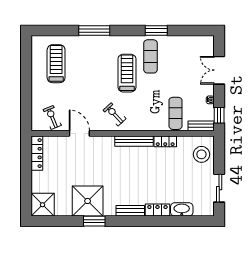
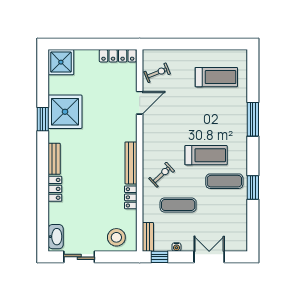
exercise mat: (175, 113) -> (178, 205), moved
exercise bike: (115, 114) -> (162, 175), moved
washbasin: (182, 209) -> (56, 237), moved

